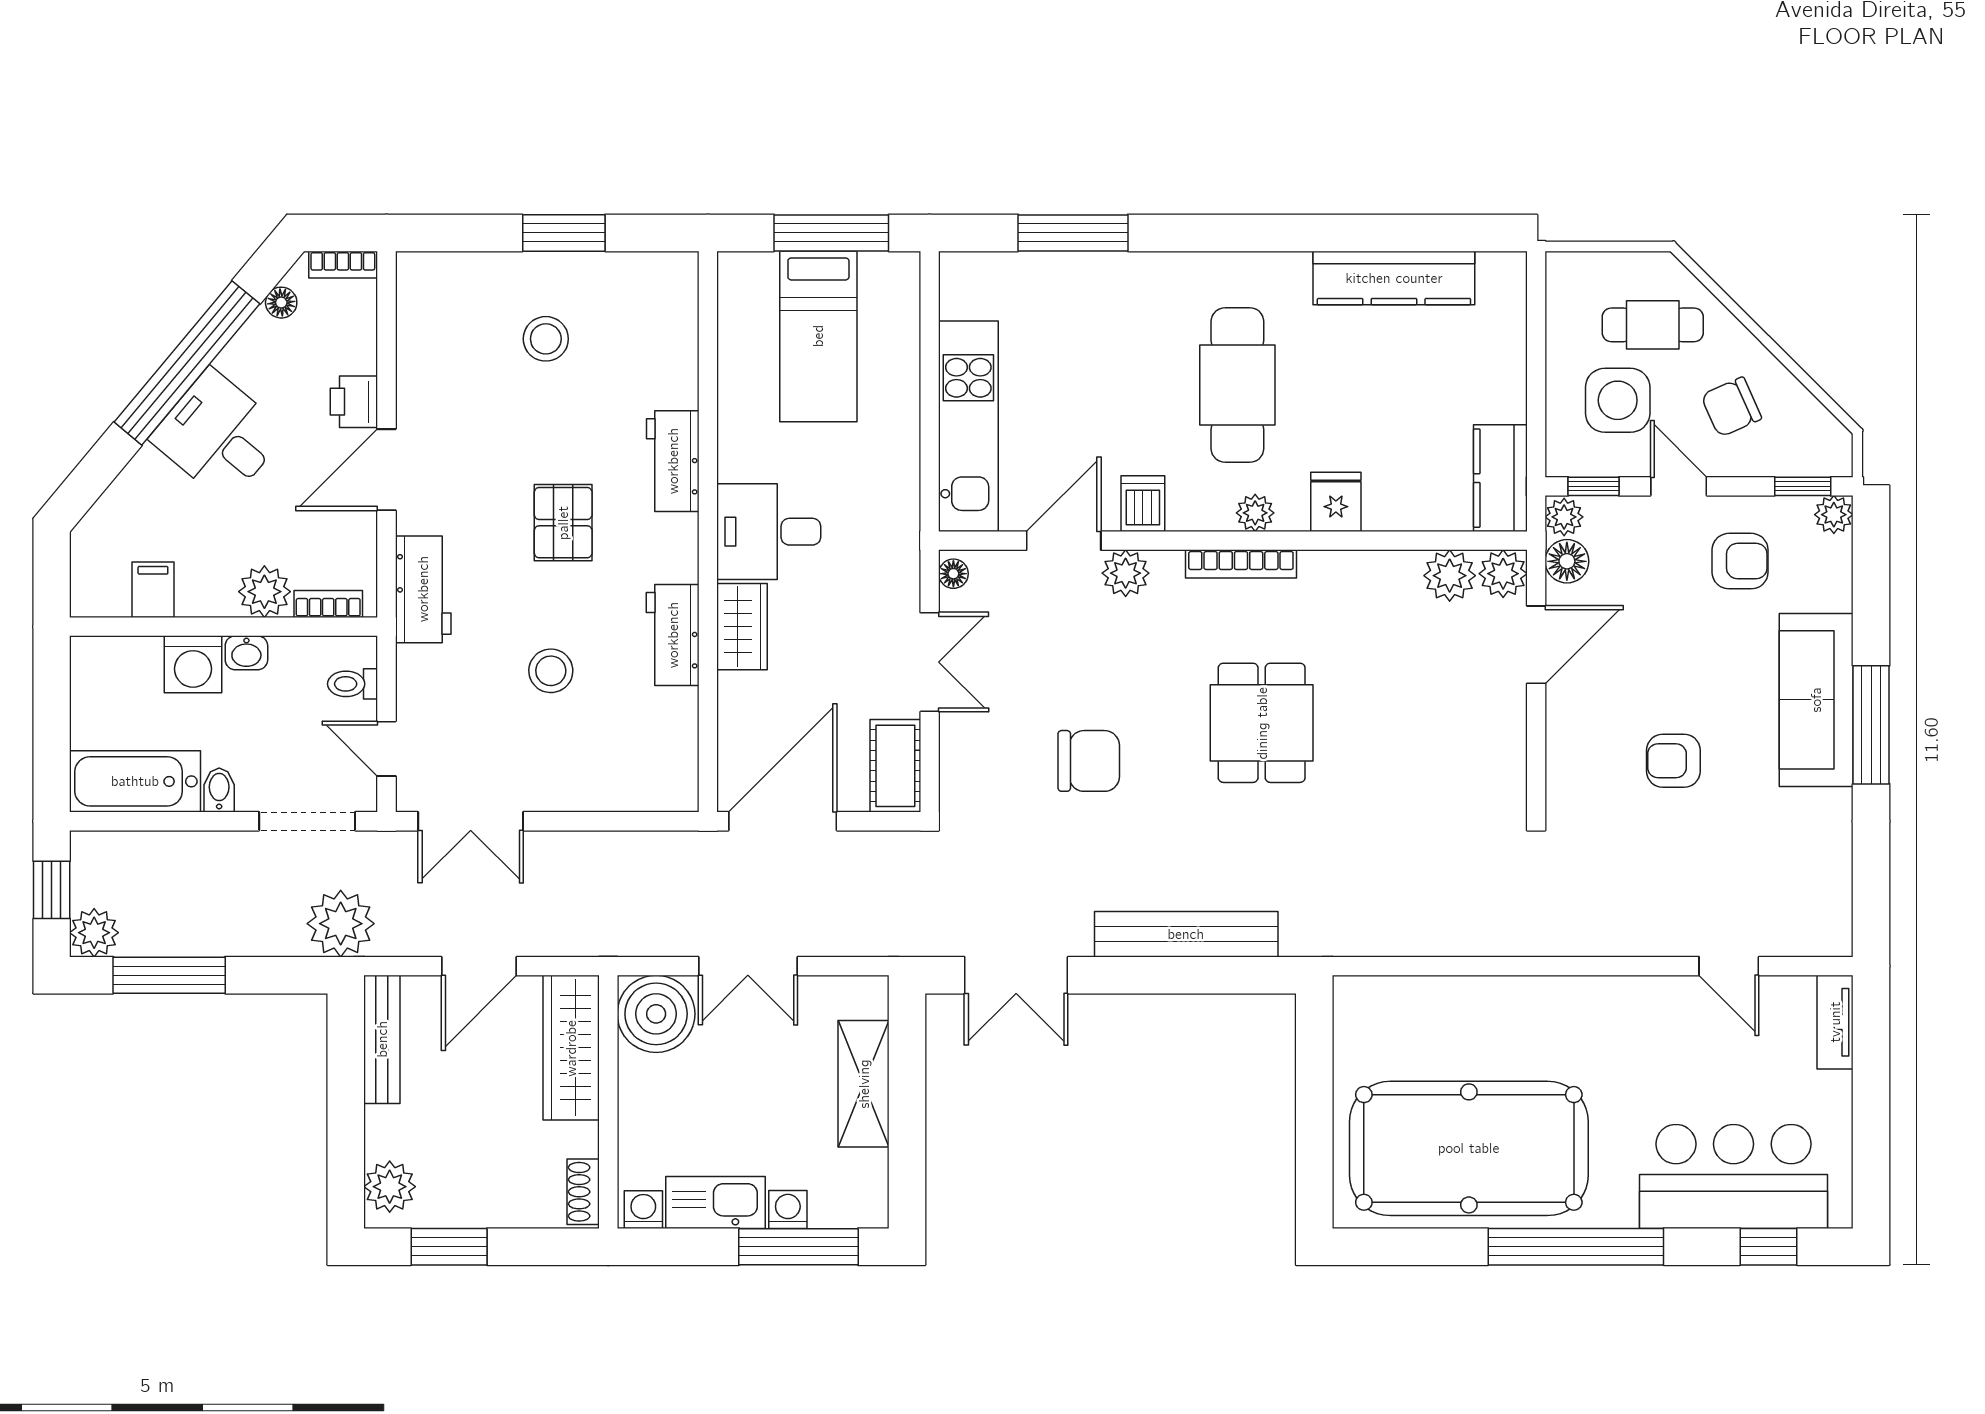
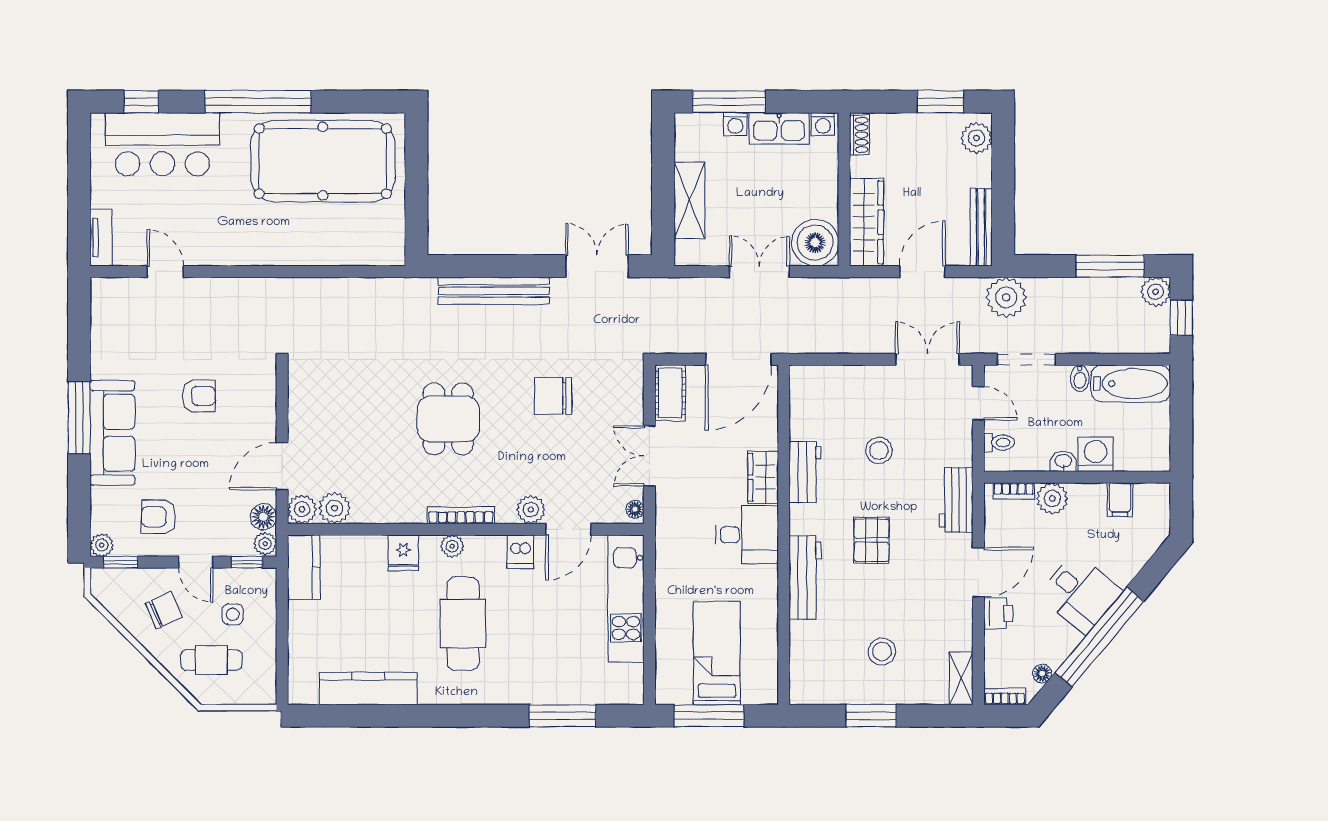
shelving: (415, 295) -> (961, 678), added
side table: (1618, 400) -> (233, 614), width x0.54, depth x0.54
workbench: (673, 461) -> (805, 578), width x1.38

